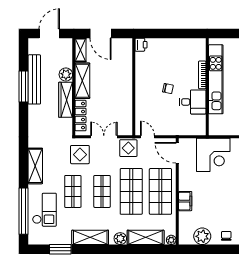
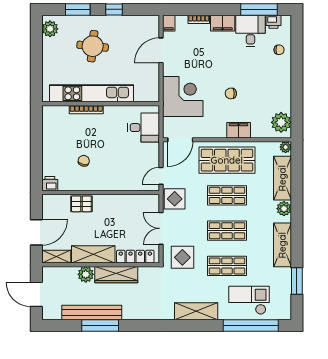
pallet: (124, 71) -> (81, 204), added
chair: (168, 89) -> (84, 161), moved
desk: (193, 102) -> (144, 128), moved, turned 90
shop shelf: (131, 191) -> (227, 195), width x0.70, depth x0.74
plant: (202, 236) -> (281, 122), moved
chair: (226, 236) -> (231, 93), moved

